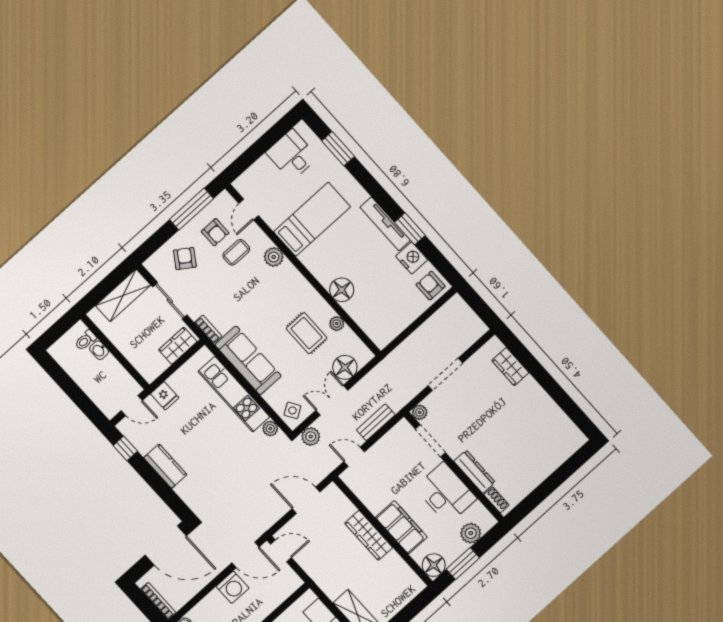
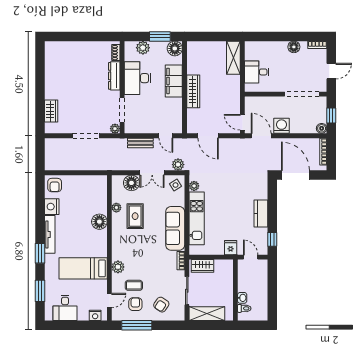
nightstand: (250, 177) -> (95, 315), added
window: (410, 229) -> (40, 253), moved

